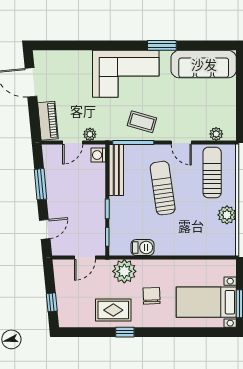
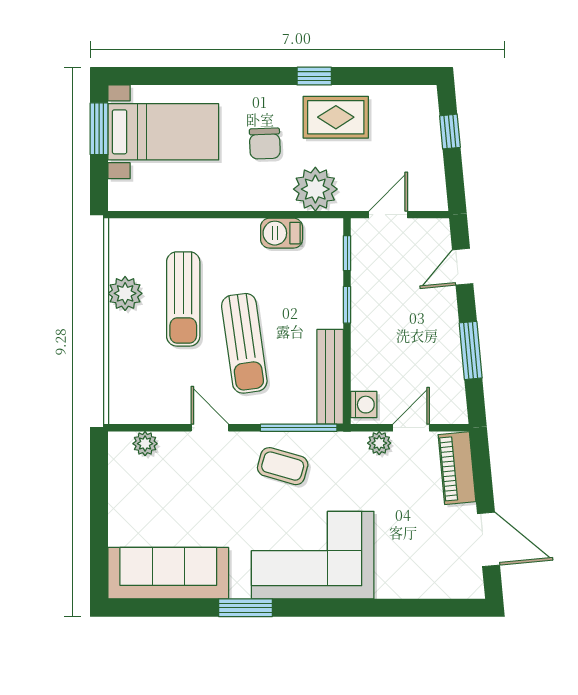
sun lounger: (212, 172) -> (183, 299), moved

